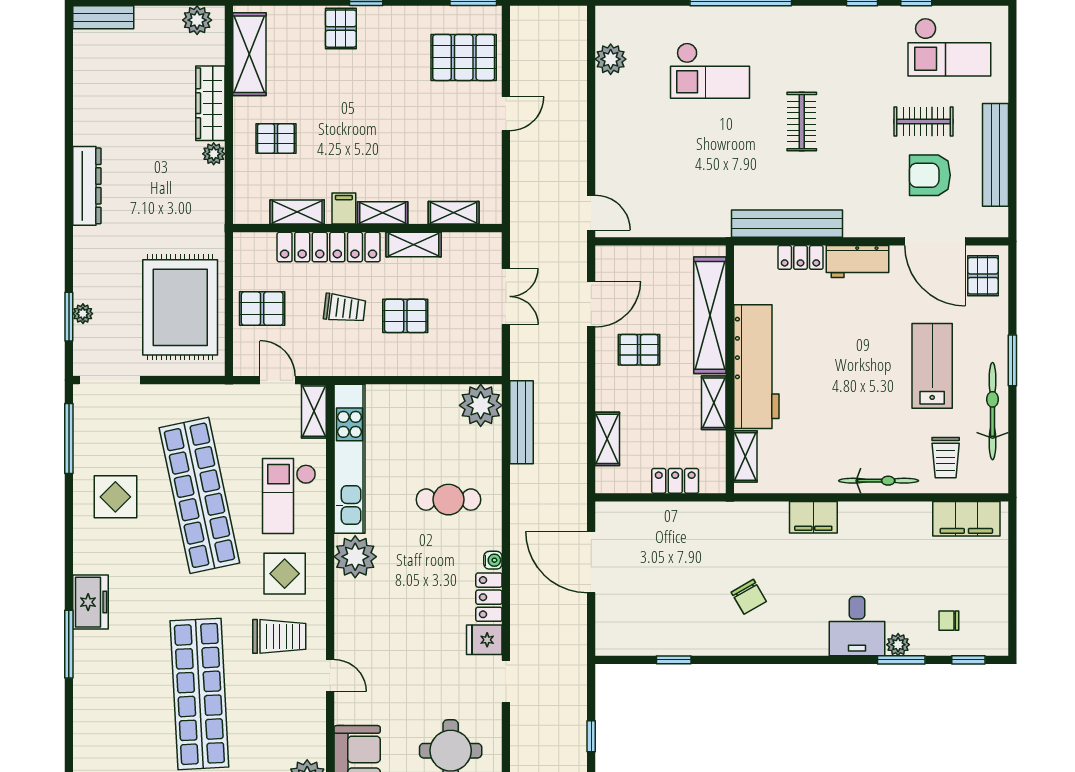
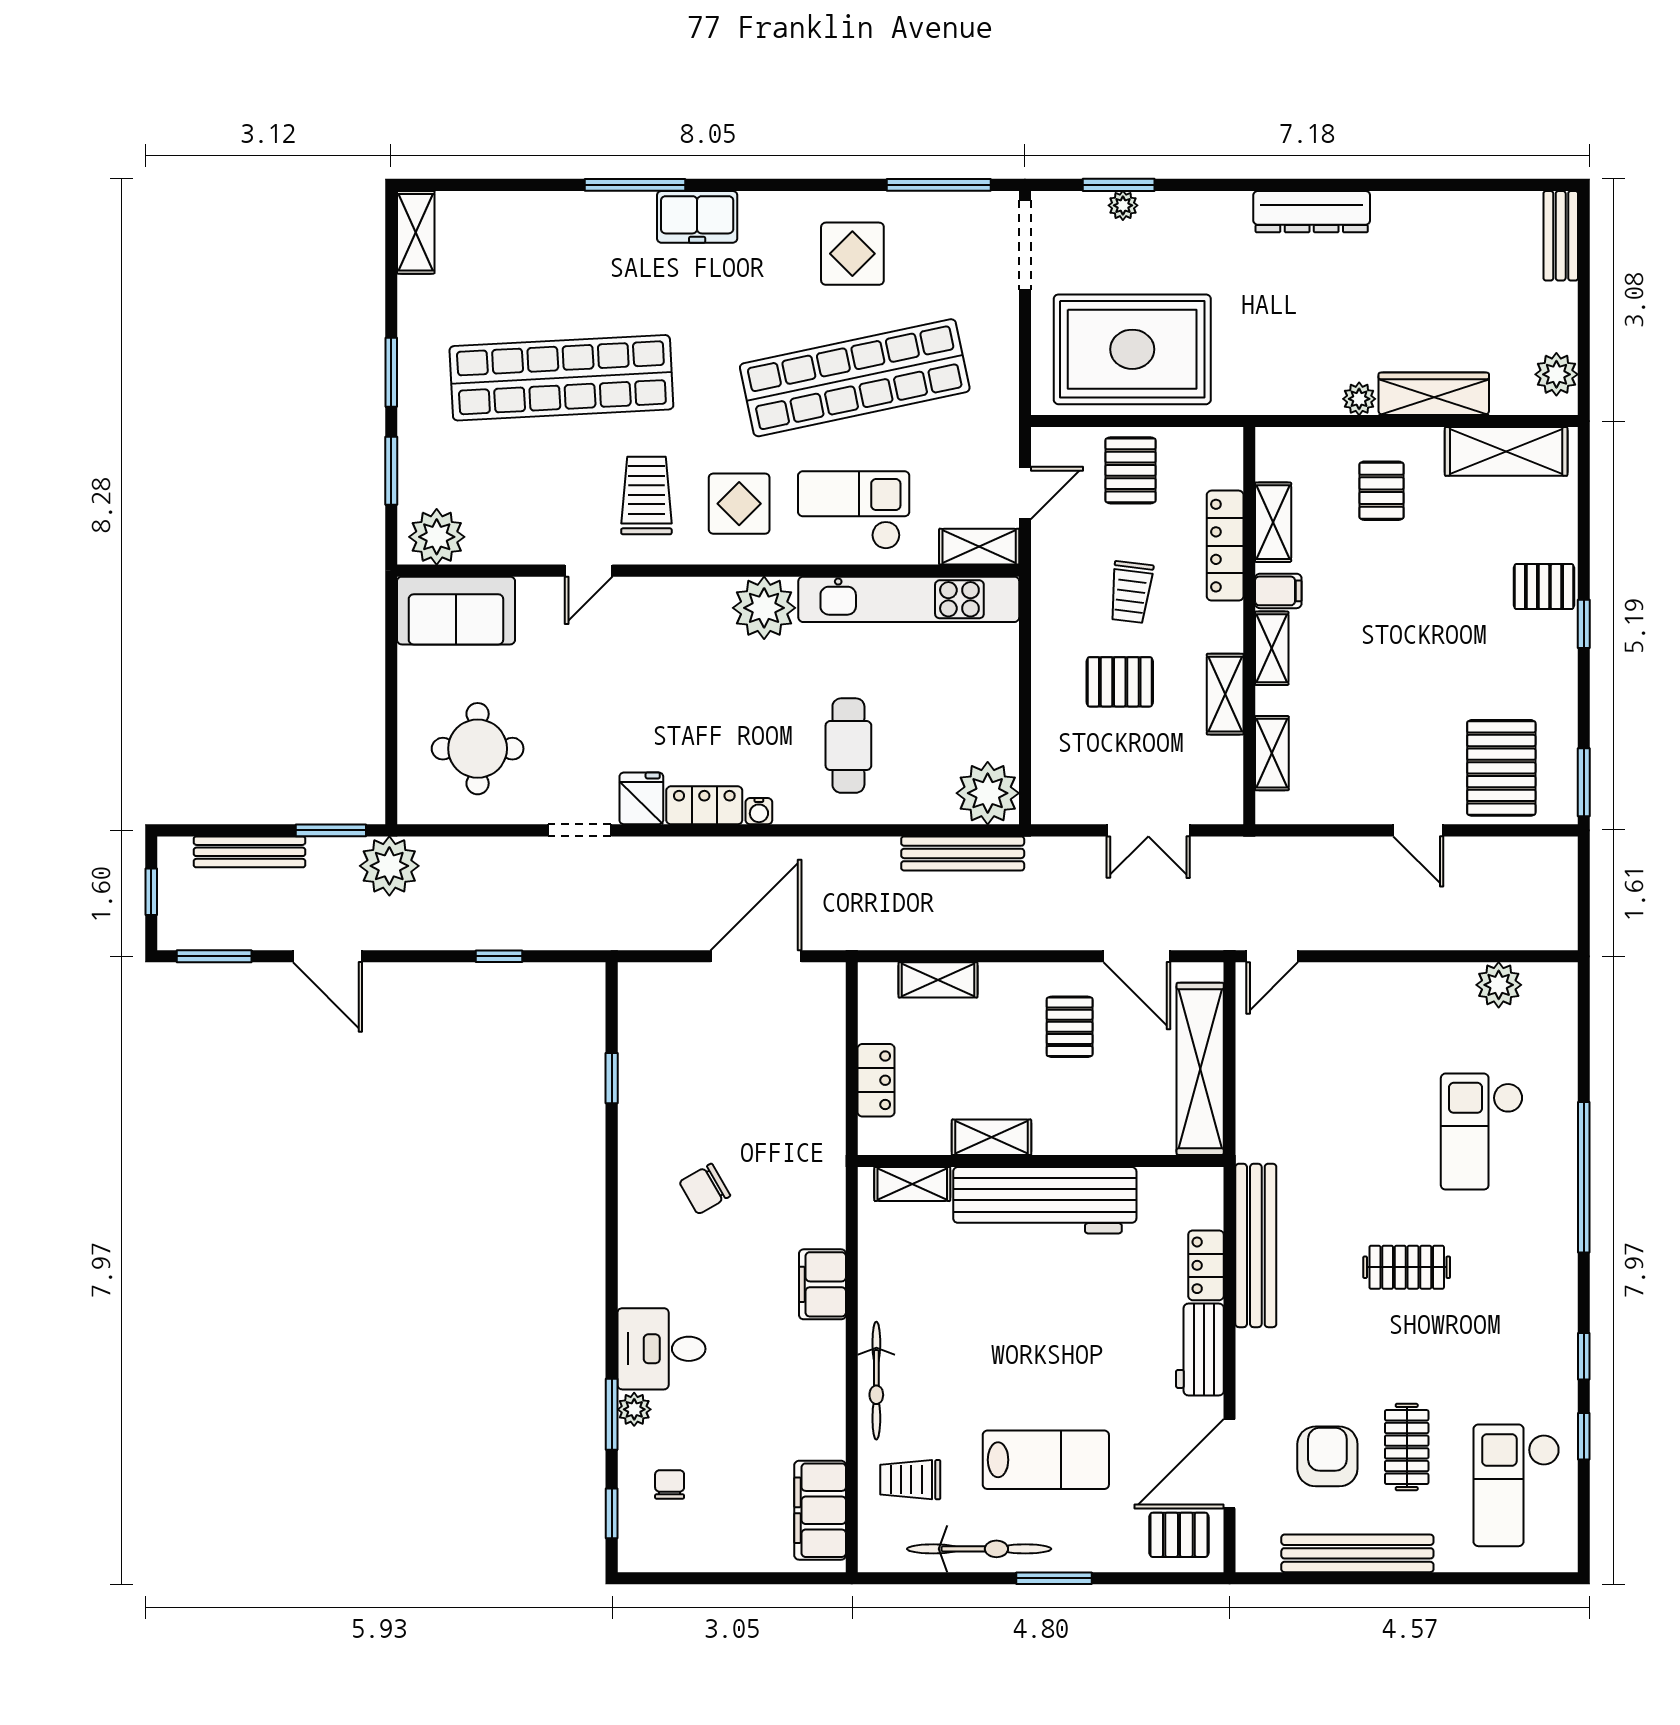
locker: (329, 247) -> (1225, 546), width x0.71, depth x0.83
shelving: (710, 315) -> (1200, 1069), moved, turned 90
pallet: (405, 316) -> (1120, 682), turned 90
trolley: (279, 636) -> (646, 496), turned 180

